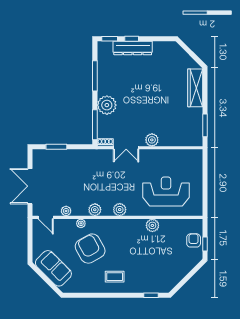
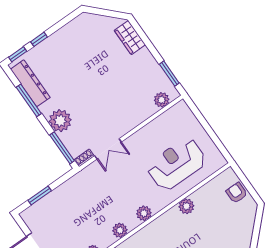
dresser: (133, 48) -> (30, 83), moved, turned -90
wardrobe: (195, 88) -> (130, 38), width x0.67
plant: (152, 140) -> (162, 100), moved
window: (205, 244) -> (250, 188), removed

